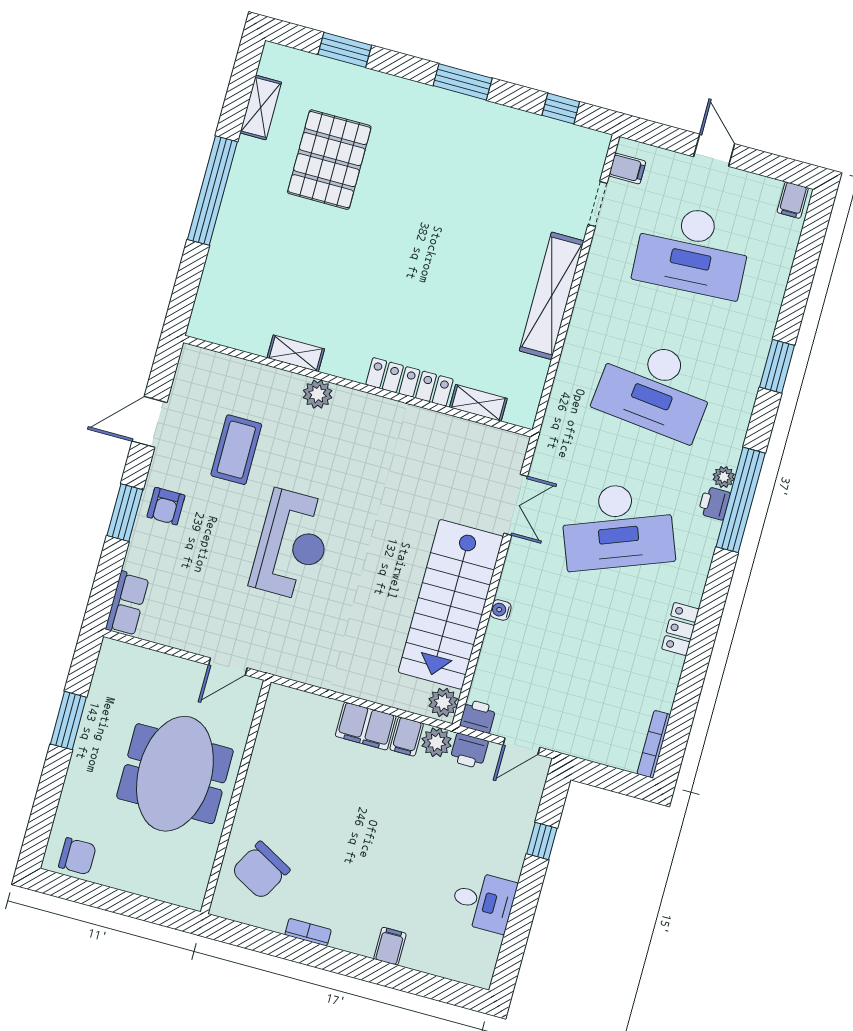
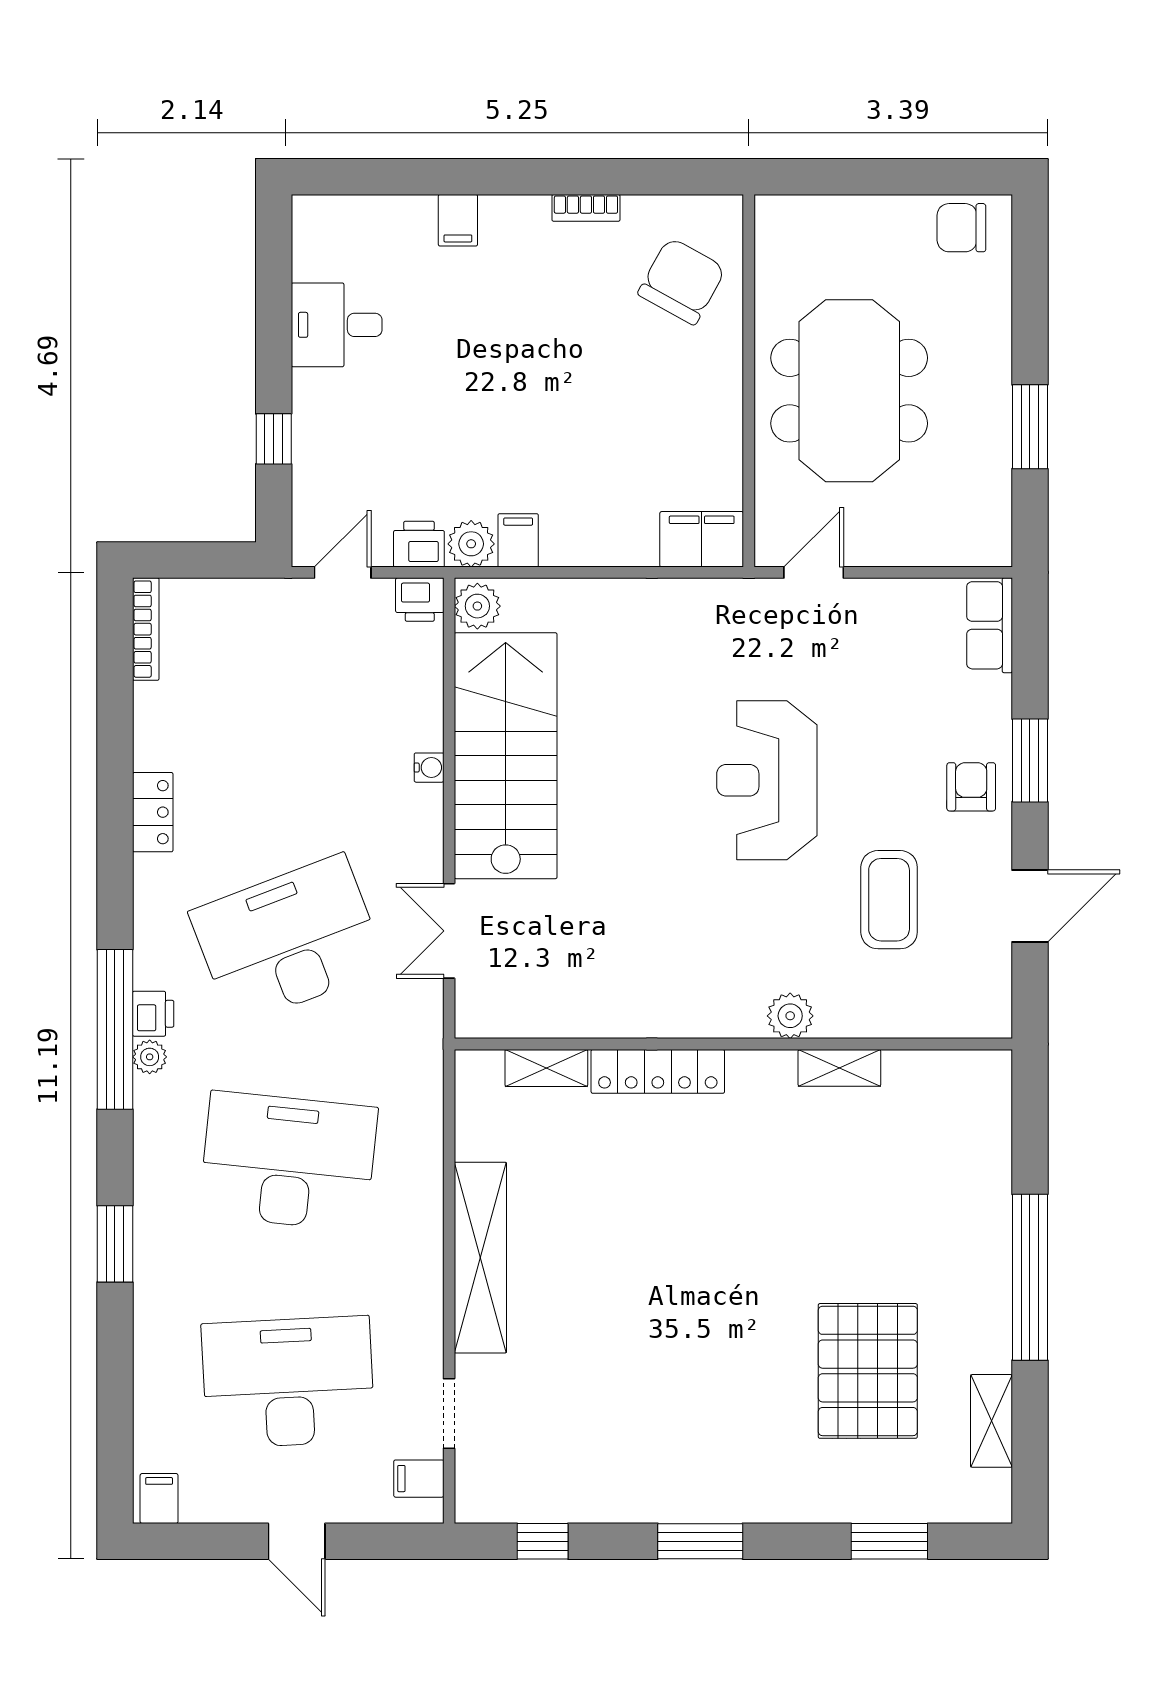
filing cabinet: (366, 726) -> (702, 539), moved

